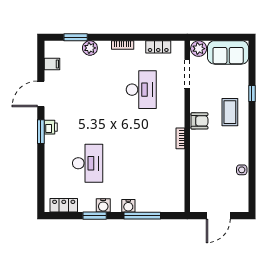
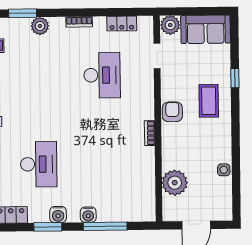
doorway: (187, 74) -> (157, 56), width x0.73
armchair: (199, 121) -> (172, 112), turned -90
plant: (201, 180) -> (175, 183), added

